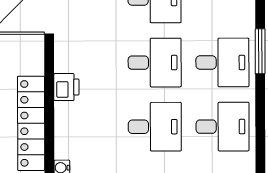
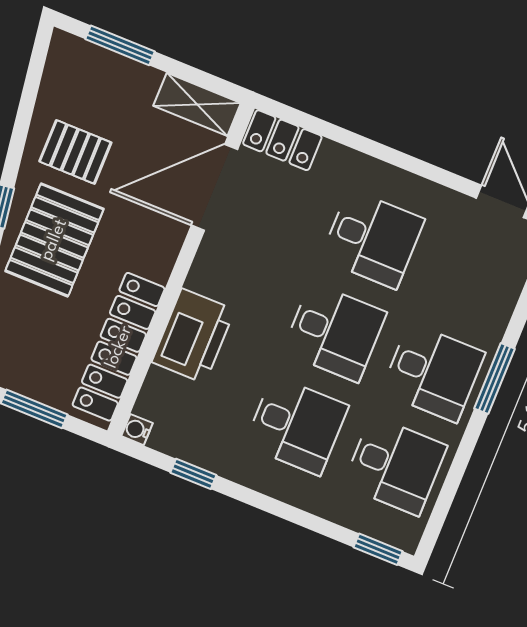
printer: (66, 87) -> (193, 336), width x1.87, depth x1.48

